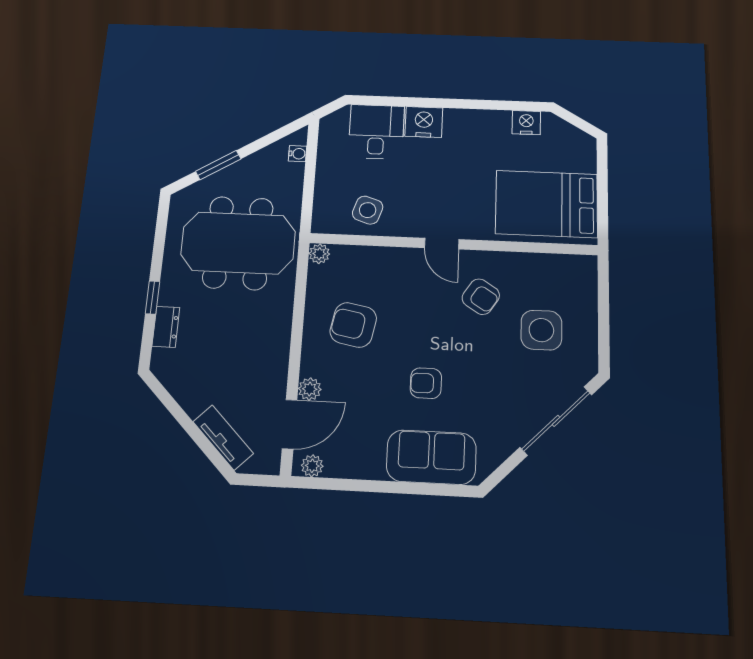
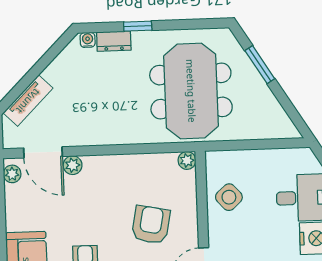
water cooler: (298, 154) -> (88, 40), moved, turned 180
side table: (368, 210) -> (229, 197), turned 30
armchair: (353, 325) -> (151, 225), moved

